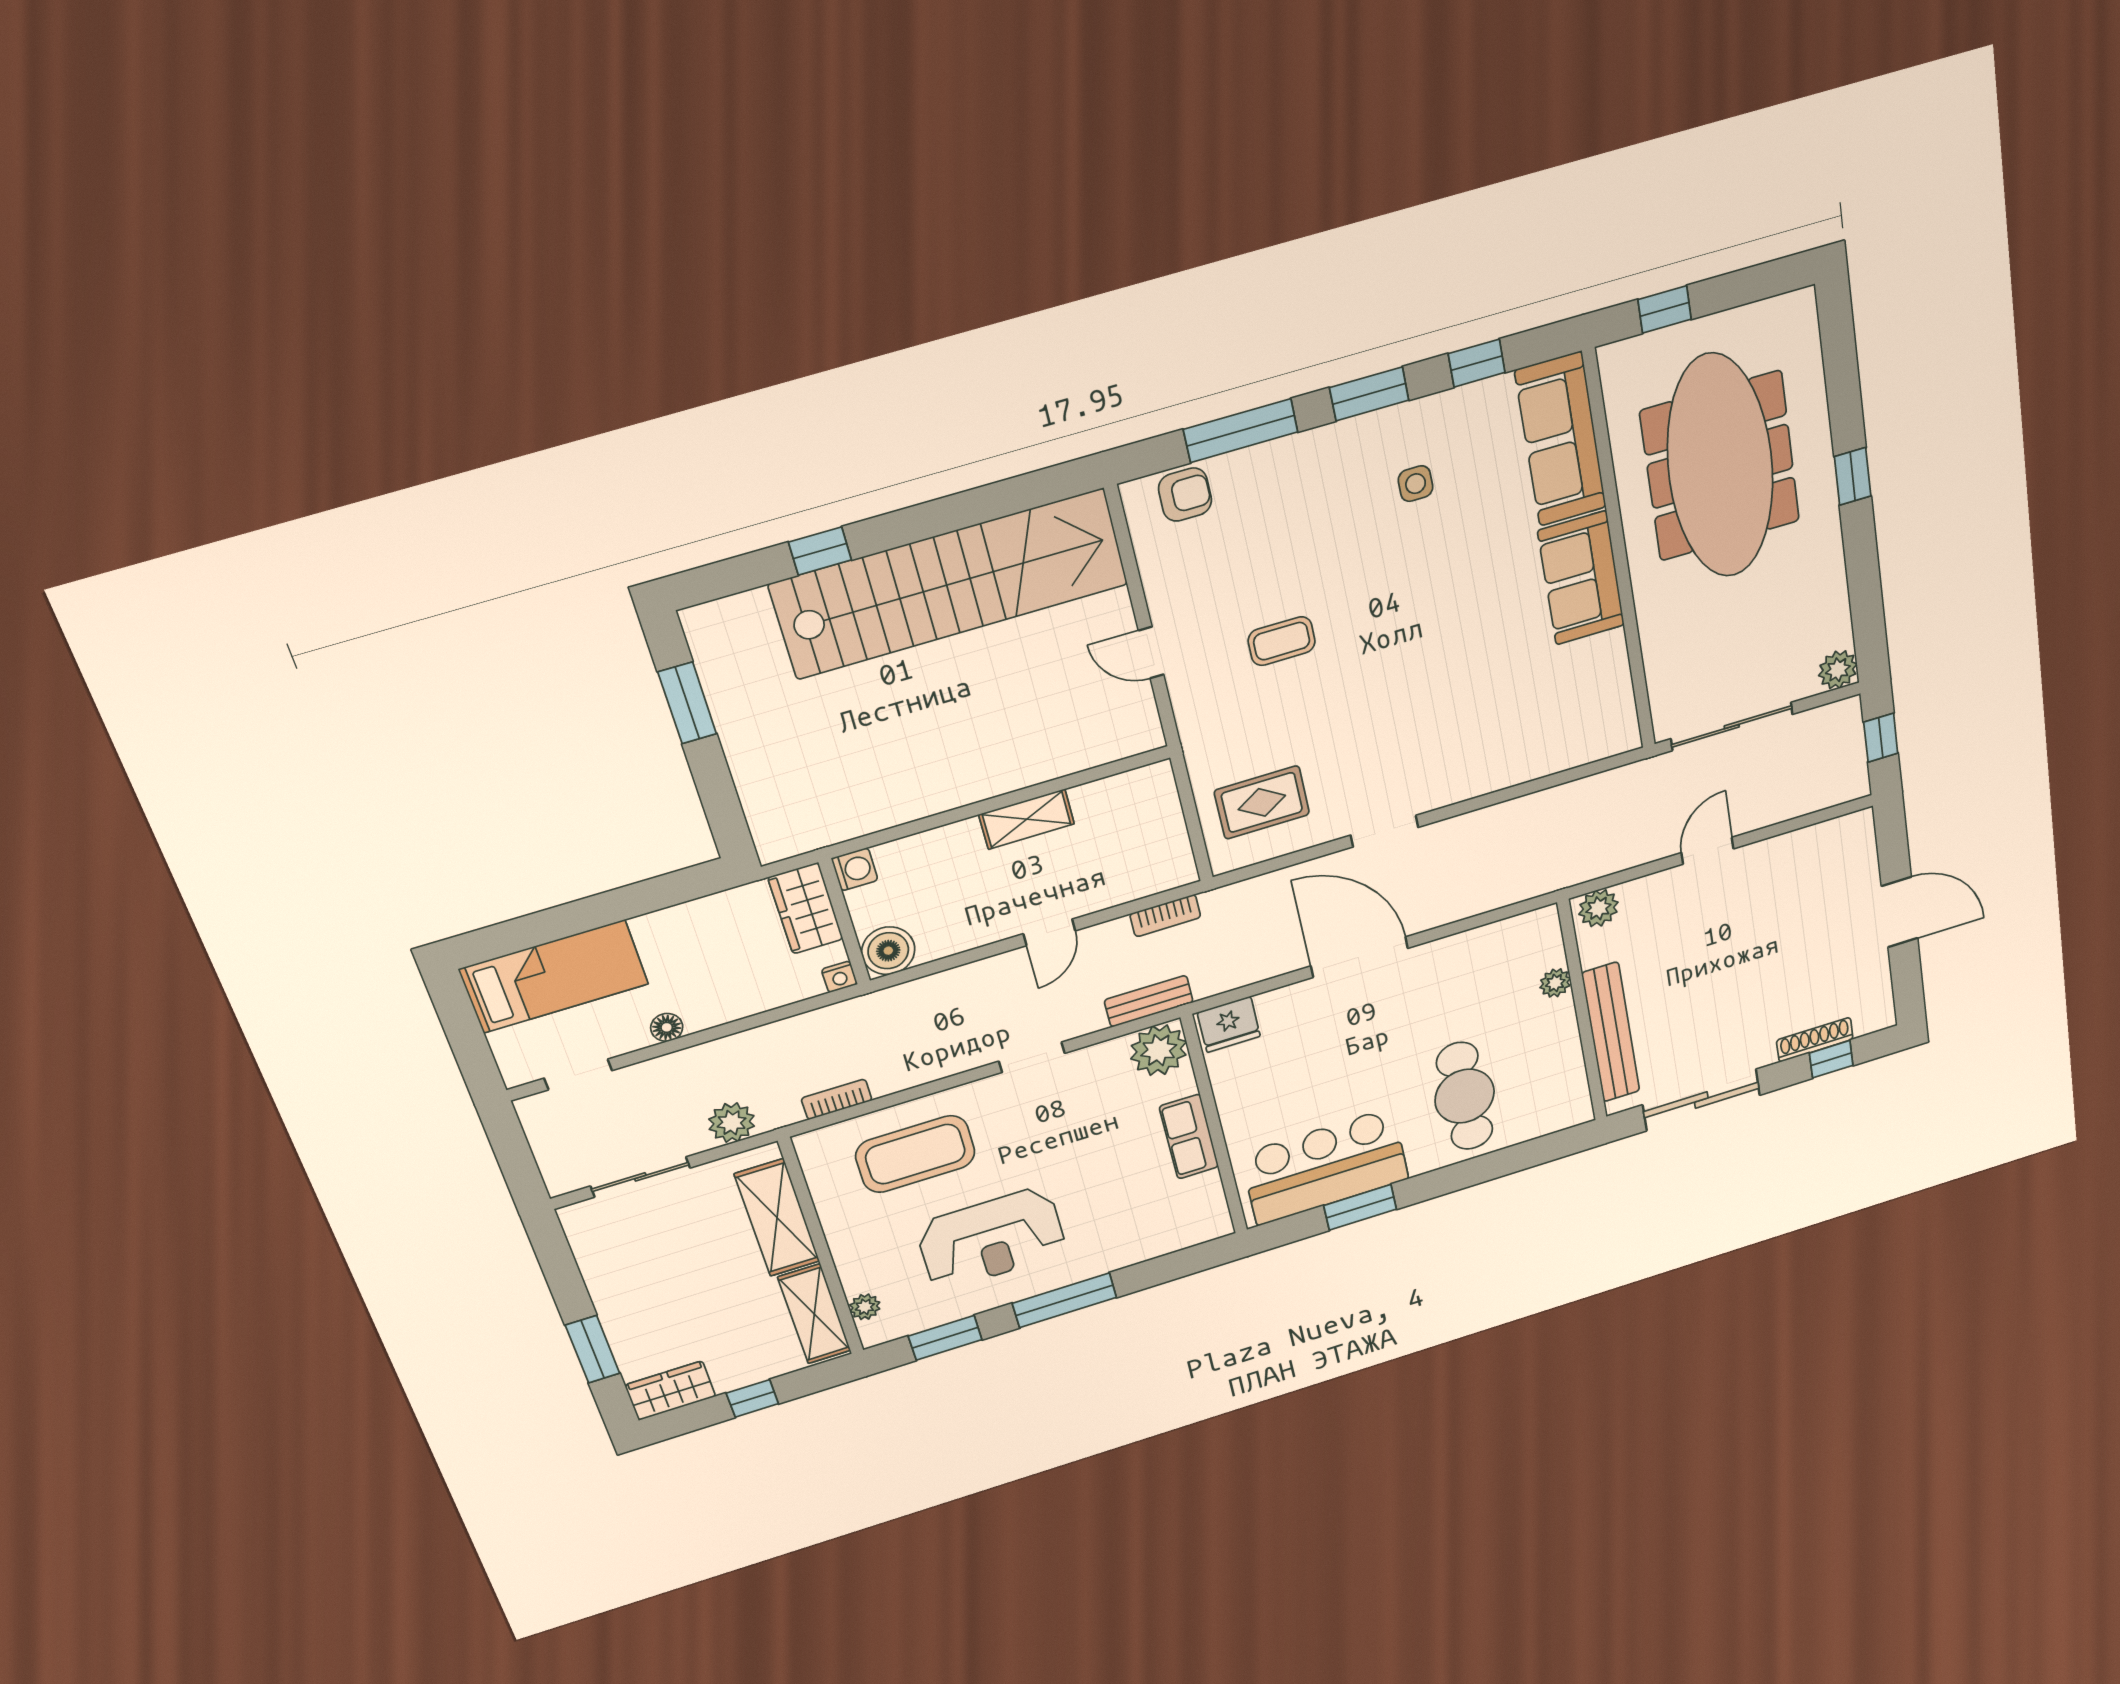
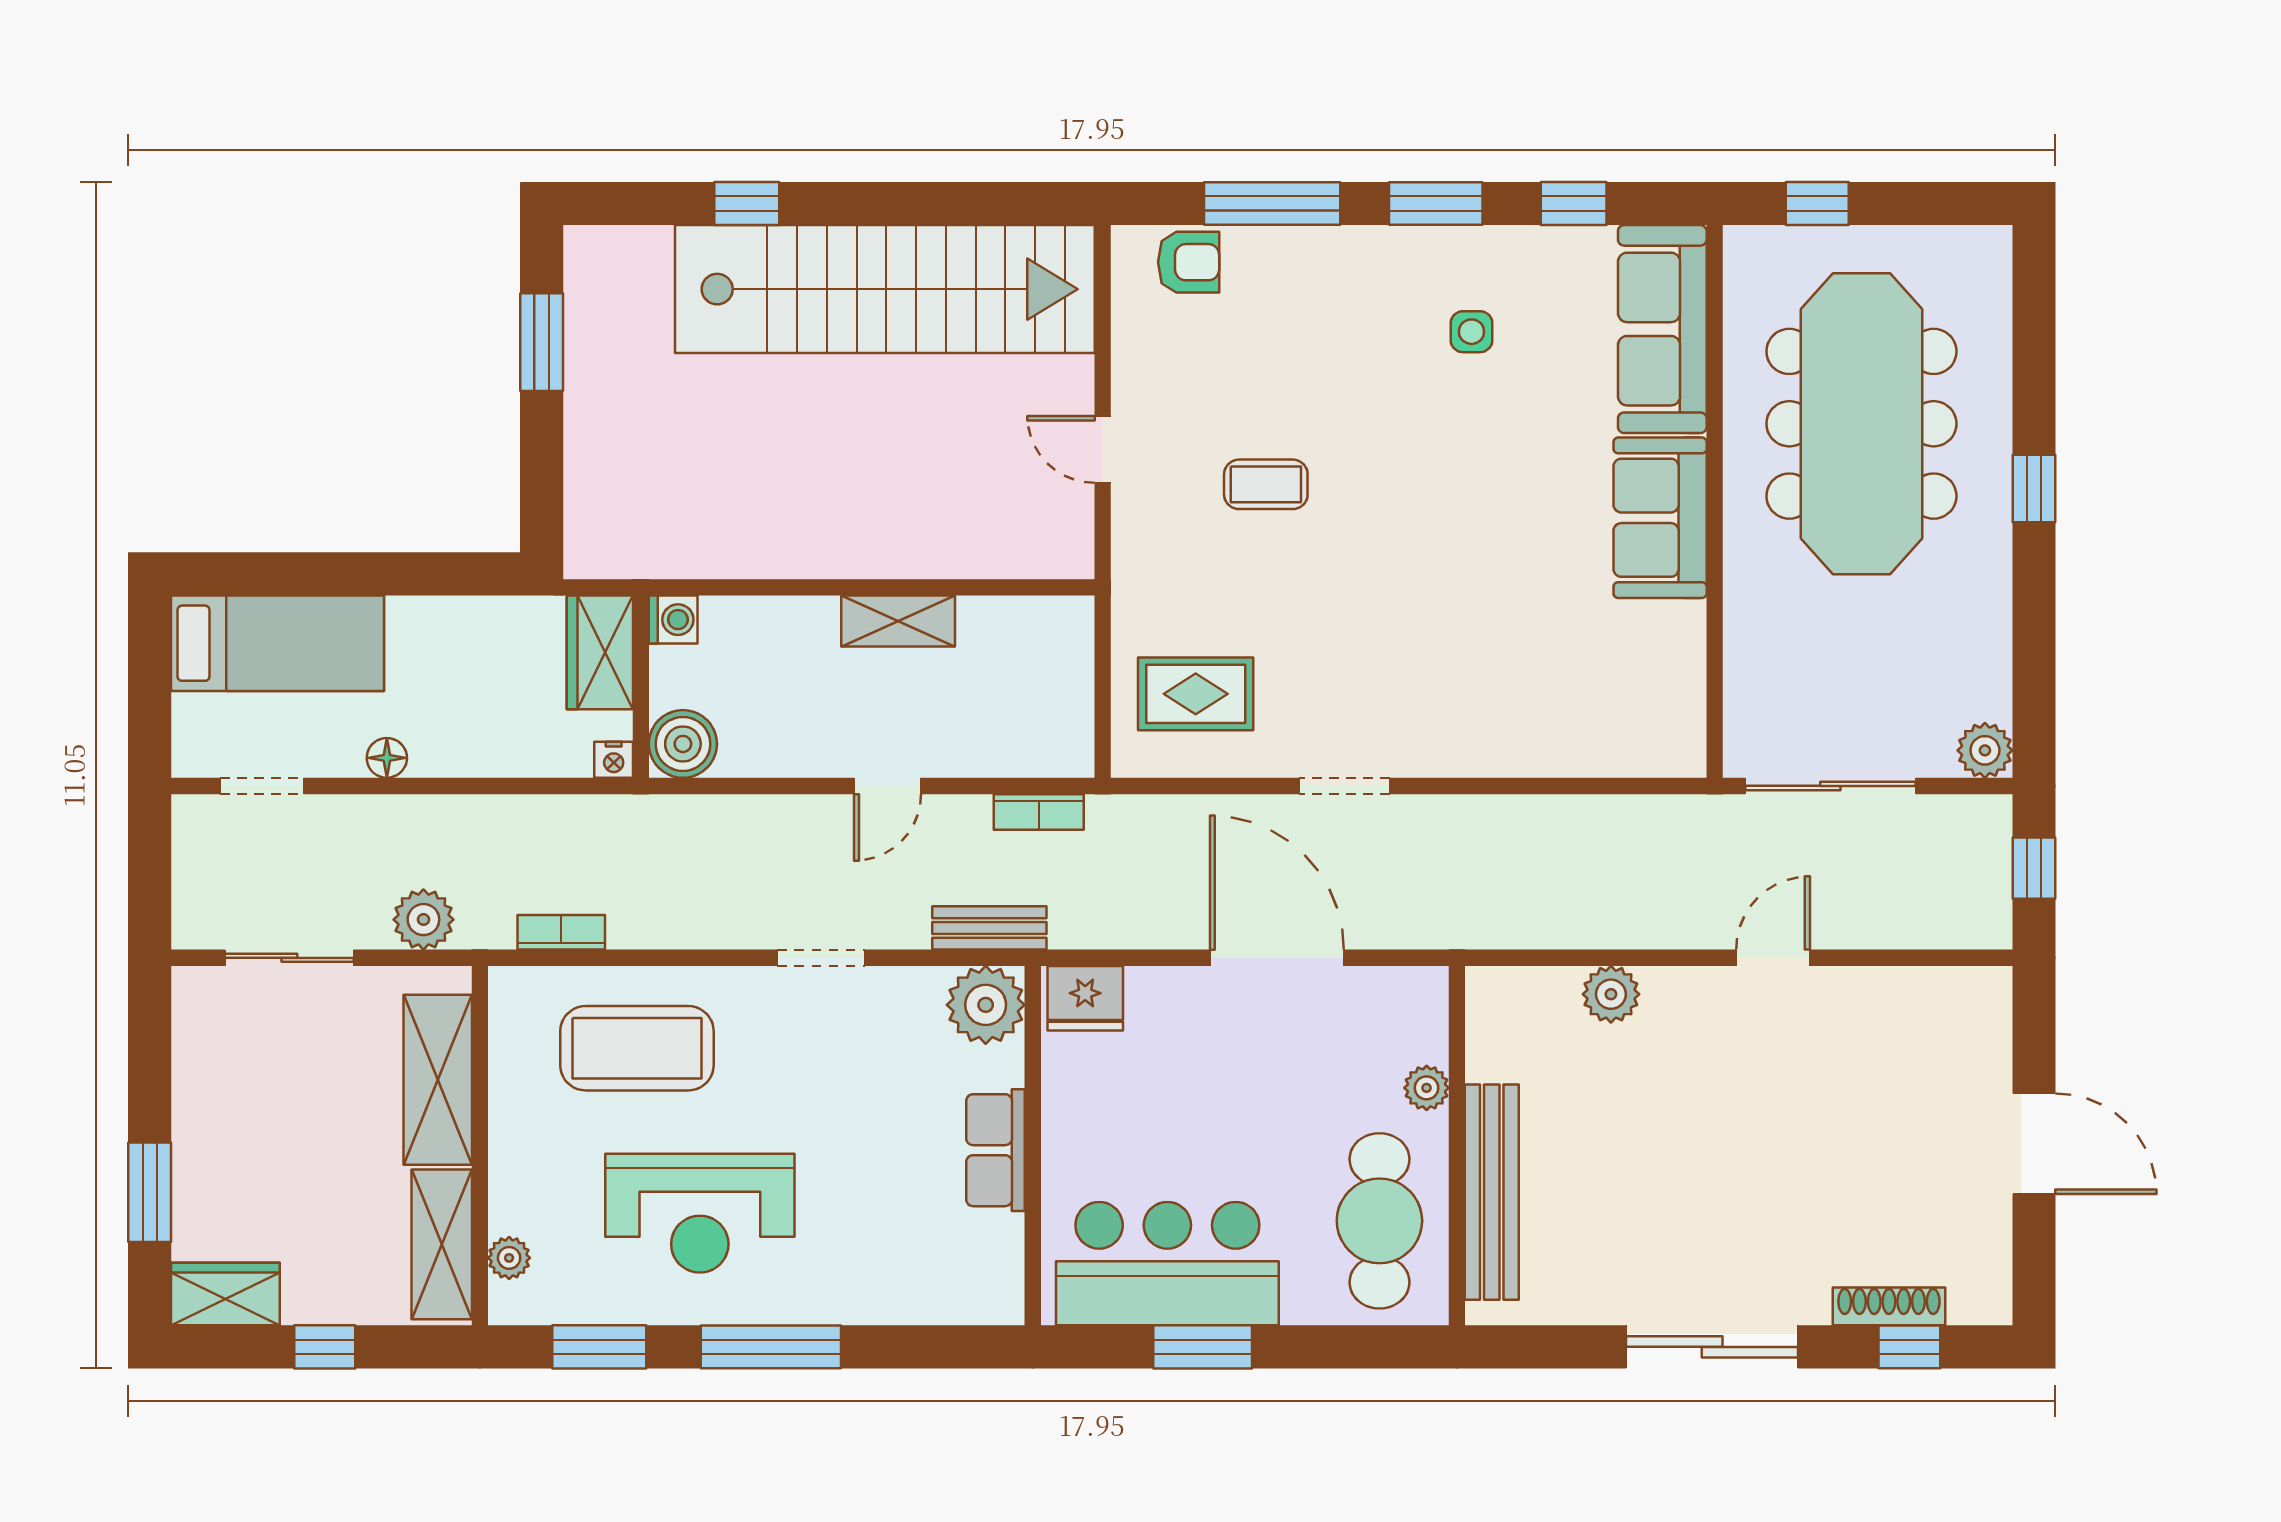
plant: (1555, 983) -> (1427, 1088), moved
wall: (1582, 1012) -> (1457, 1146), moved
bench: (1611, 1032) -> (1492, 1192), moved

